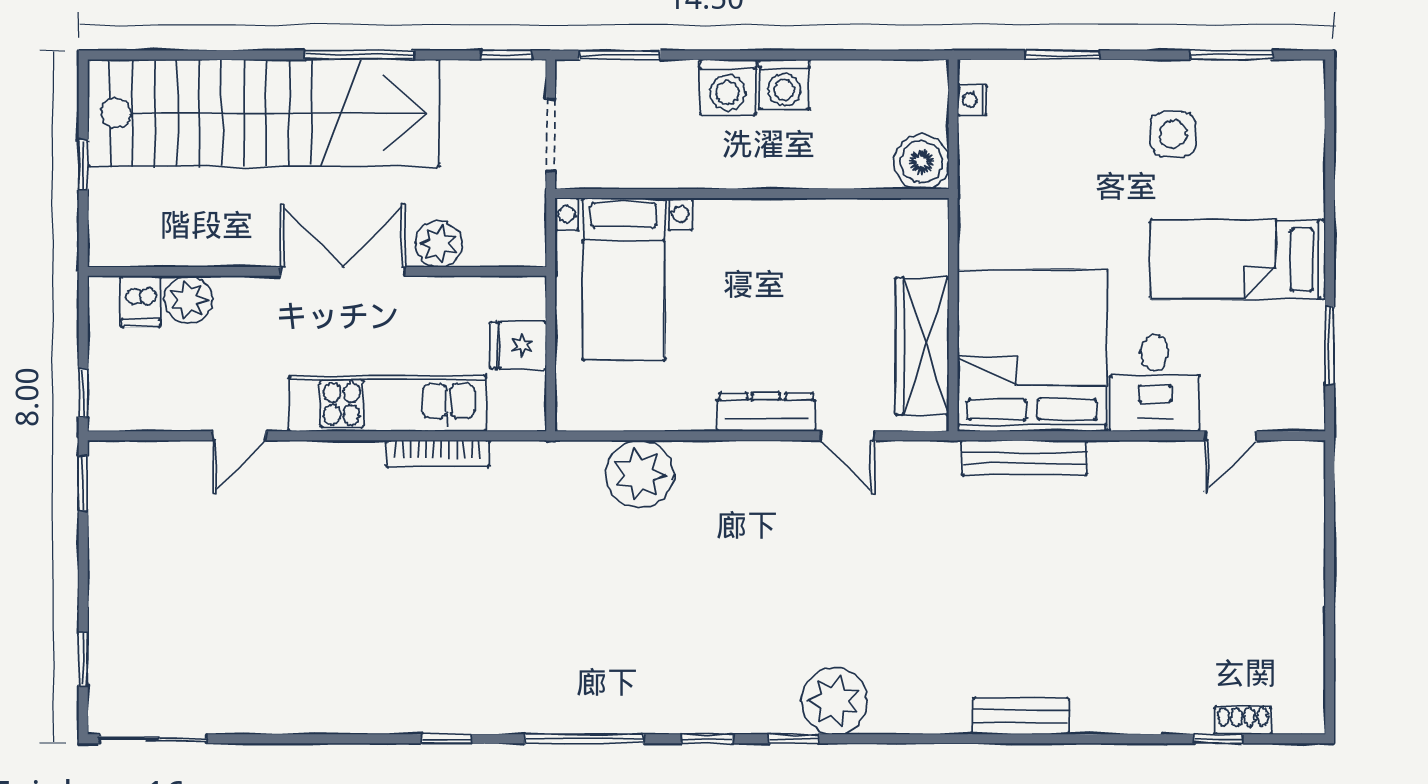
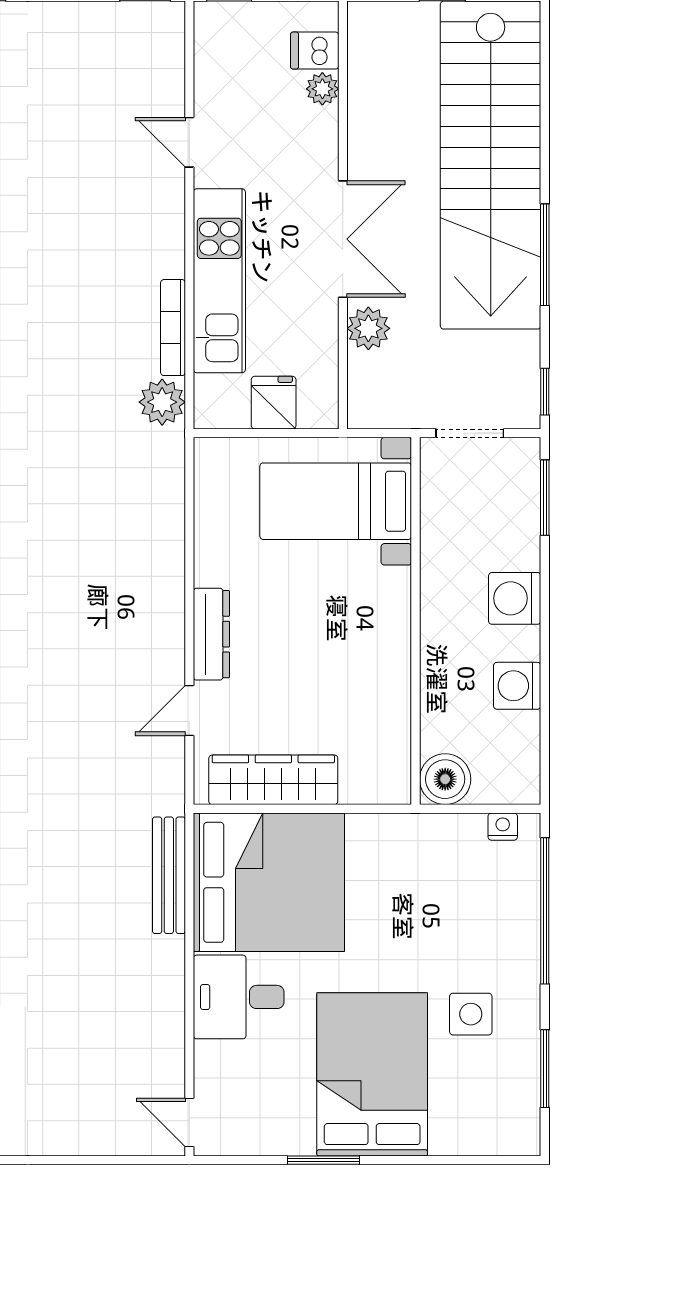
window: (1062, 55) -> (545, 911), width x2.11
washing machine: (784, 85) -> (517, 686), moved
bed: (1238, 260) -> (372, 1074), width x1.50
plant: (188, 300) -> (322, 89), width x0.73, depth x0.73
window: (1330, 345) -> (323, 1160), moved
door: (1231, 436) -> (189, 1122), moved
plant: (640, 474) -> (162, 402), moved, width x0.73, depth x0.73

